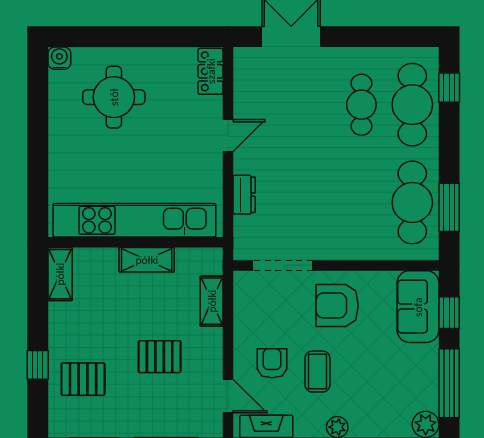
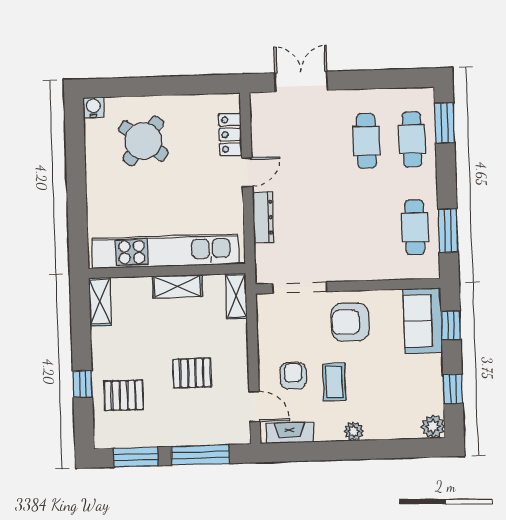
locker: (211, 71) -> (230, 134), moved
window: (449, 88) -> (445, 123), width x1.50
round table: (114, 97) -> (143, 141), turned 38
cafe table: (412, 105) -> (412, 139), width x0.73, depth x0.74
dresser: (244, 195) -> (263, 217), width x1.44
cafe table: (412, 202) -> (415, 227), width x0.73, depth x0.74
shelving: (212, 301) -> (236, 296), moved
window: (449, 383) -> (453, 389), width x0.46

